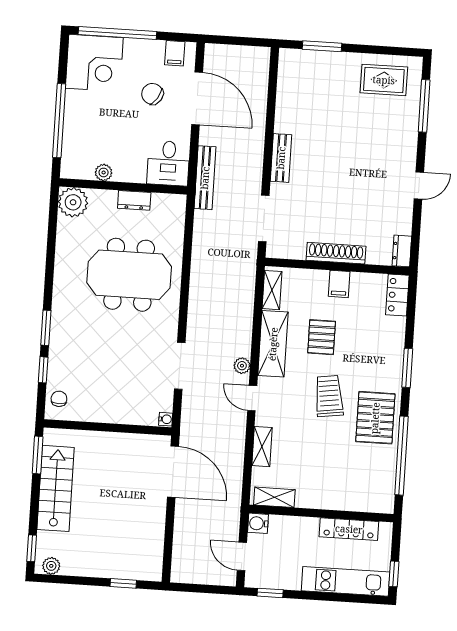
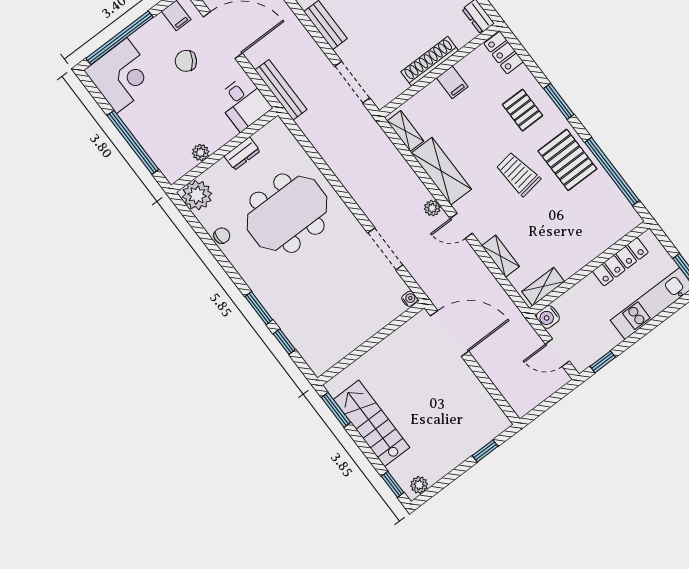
pallet: (322, 337) -> (523, 110), moved
chair: (59, 399) -> (222, 236), moved, turned 90

